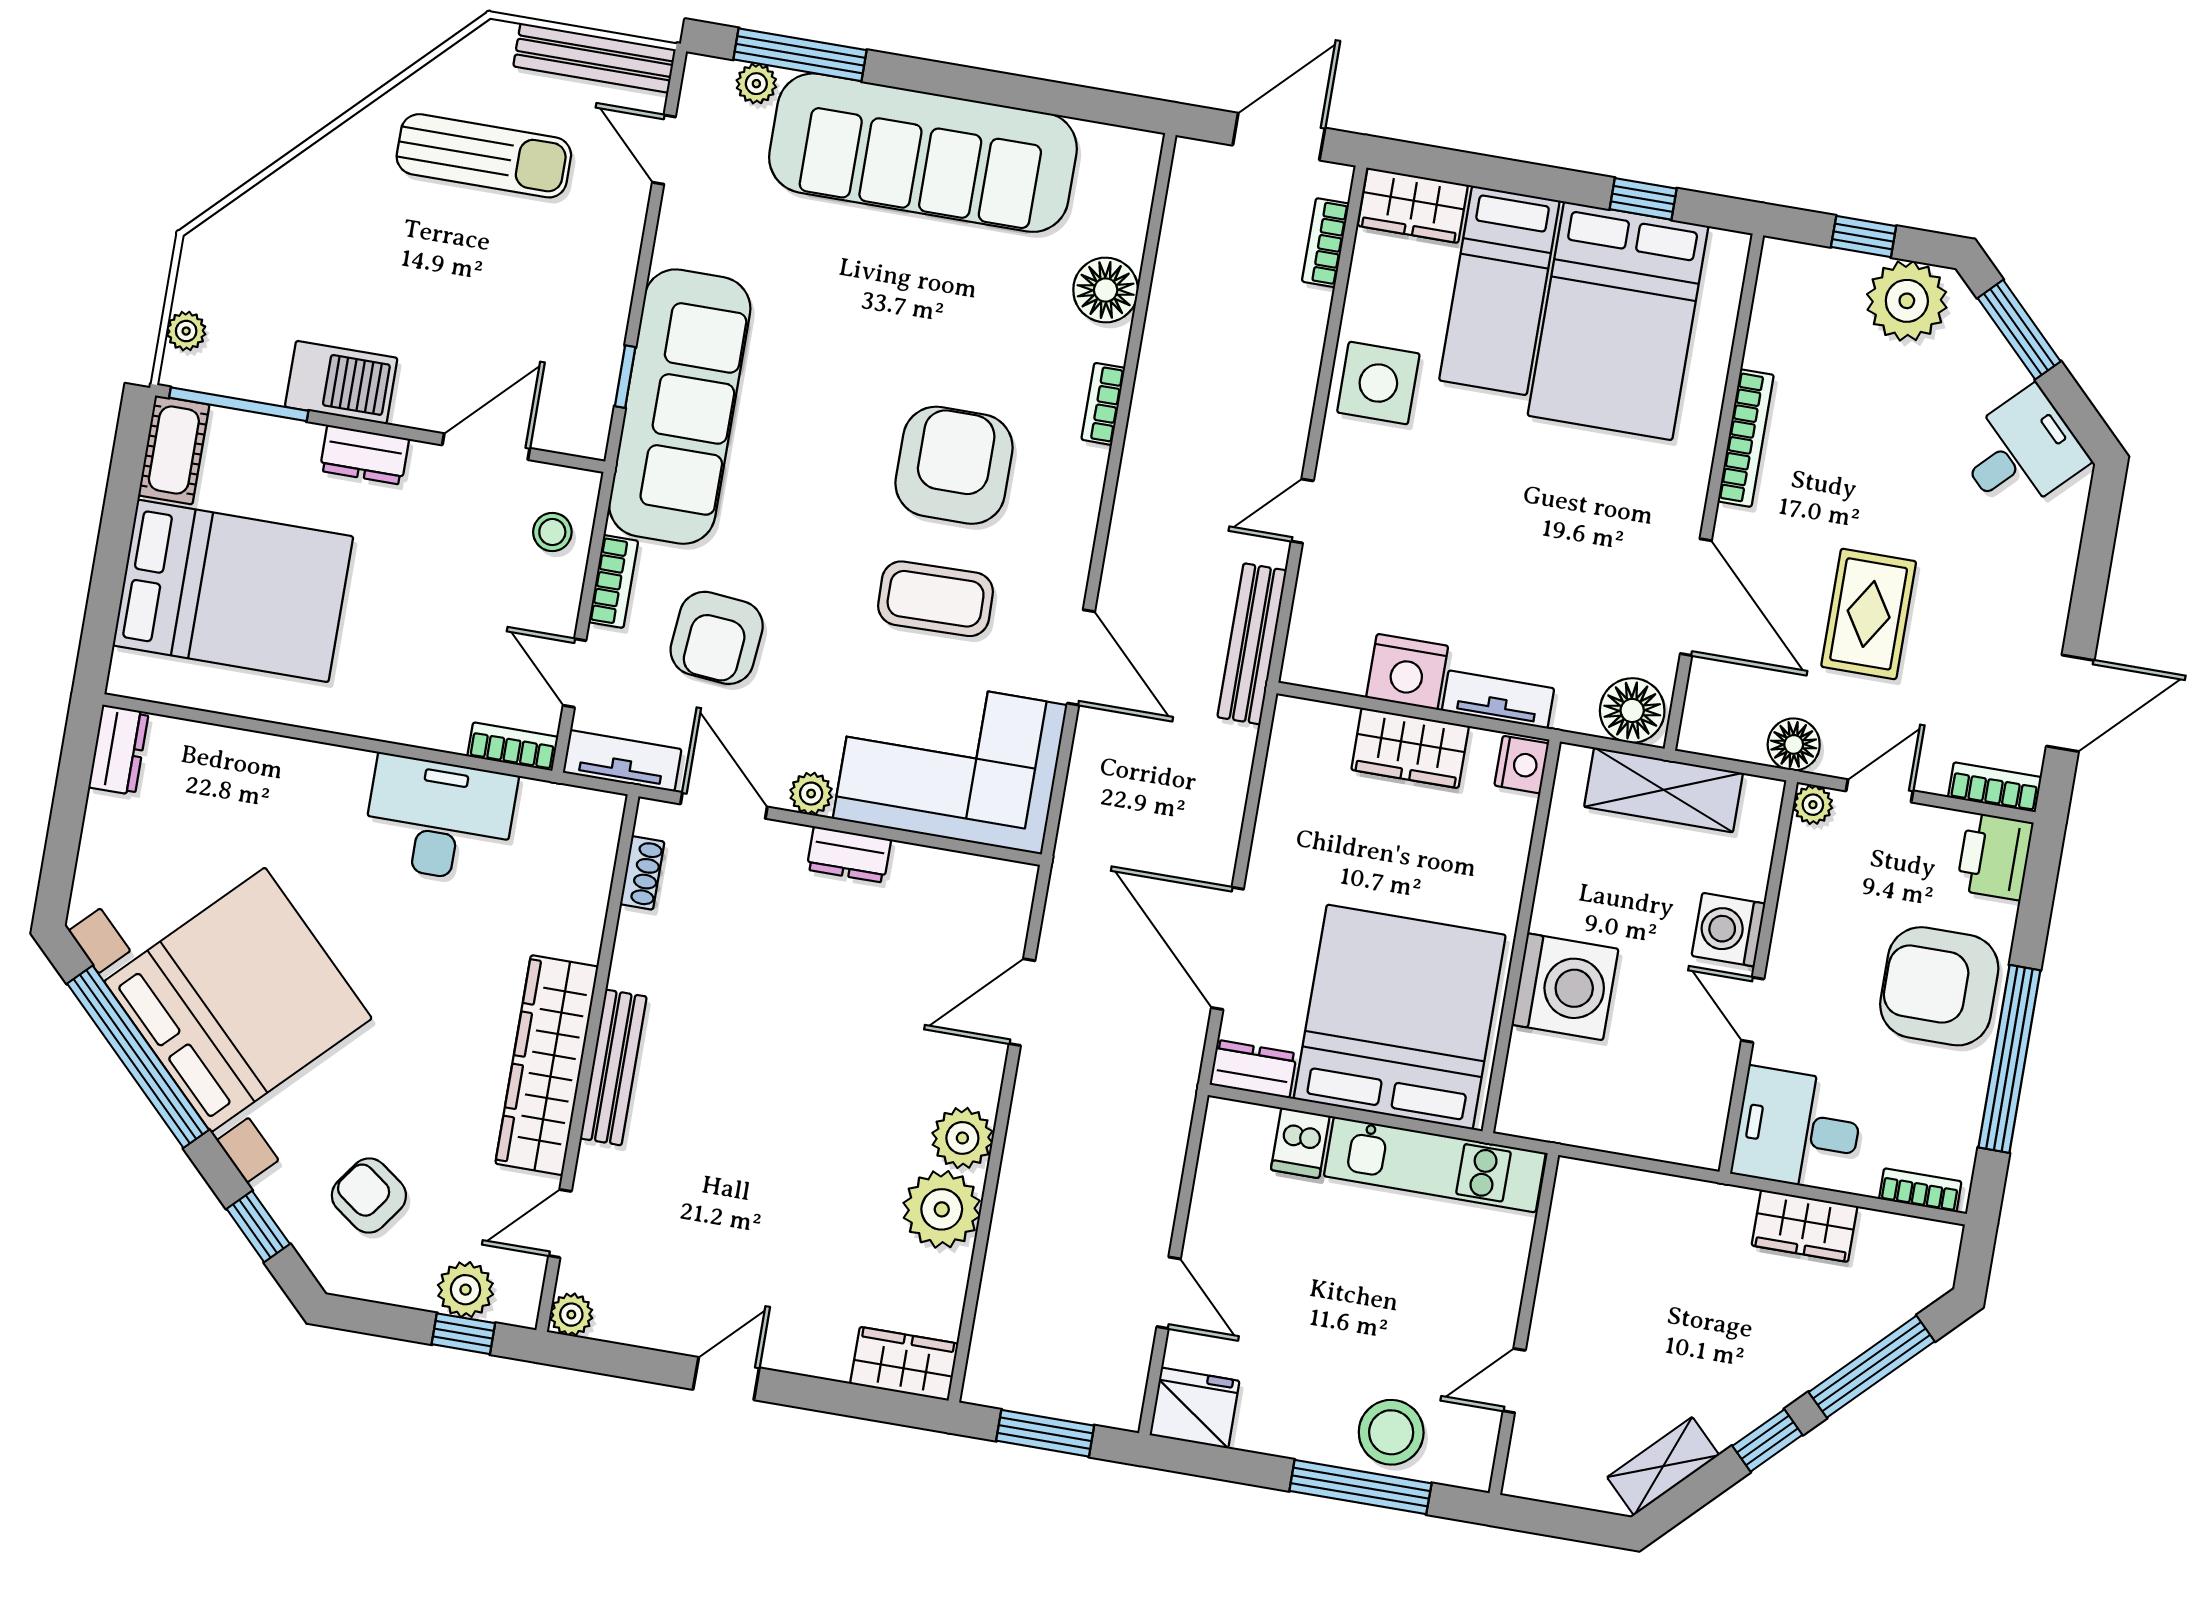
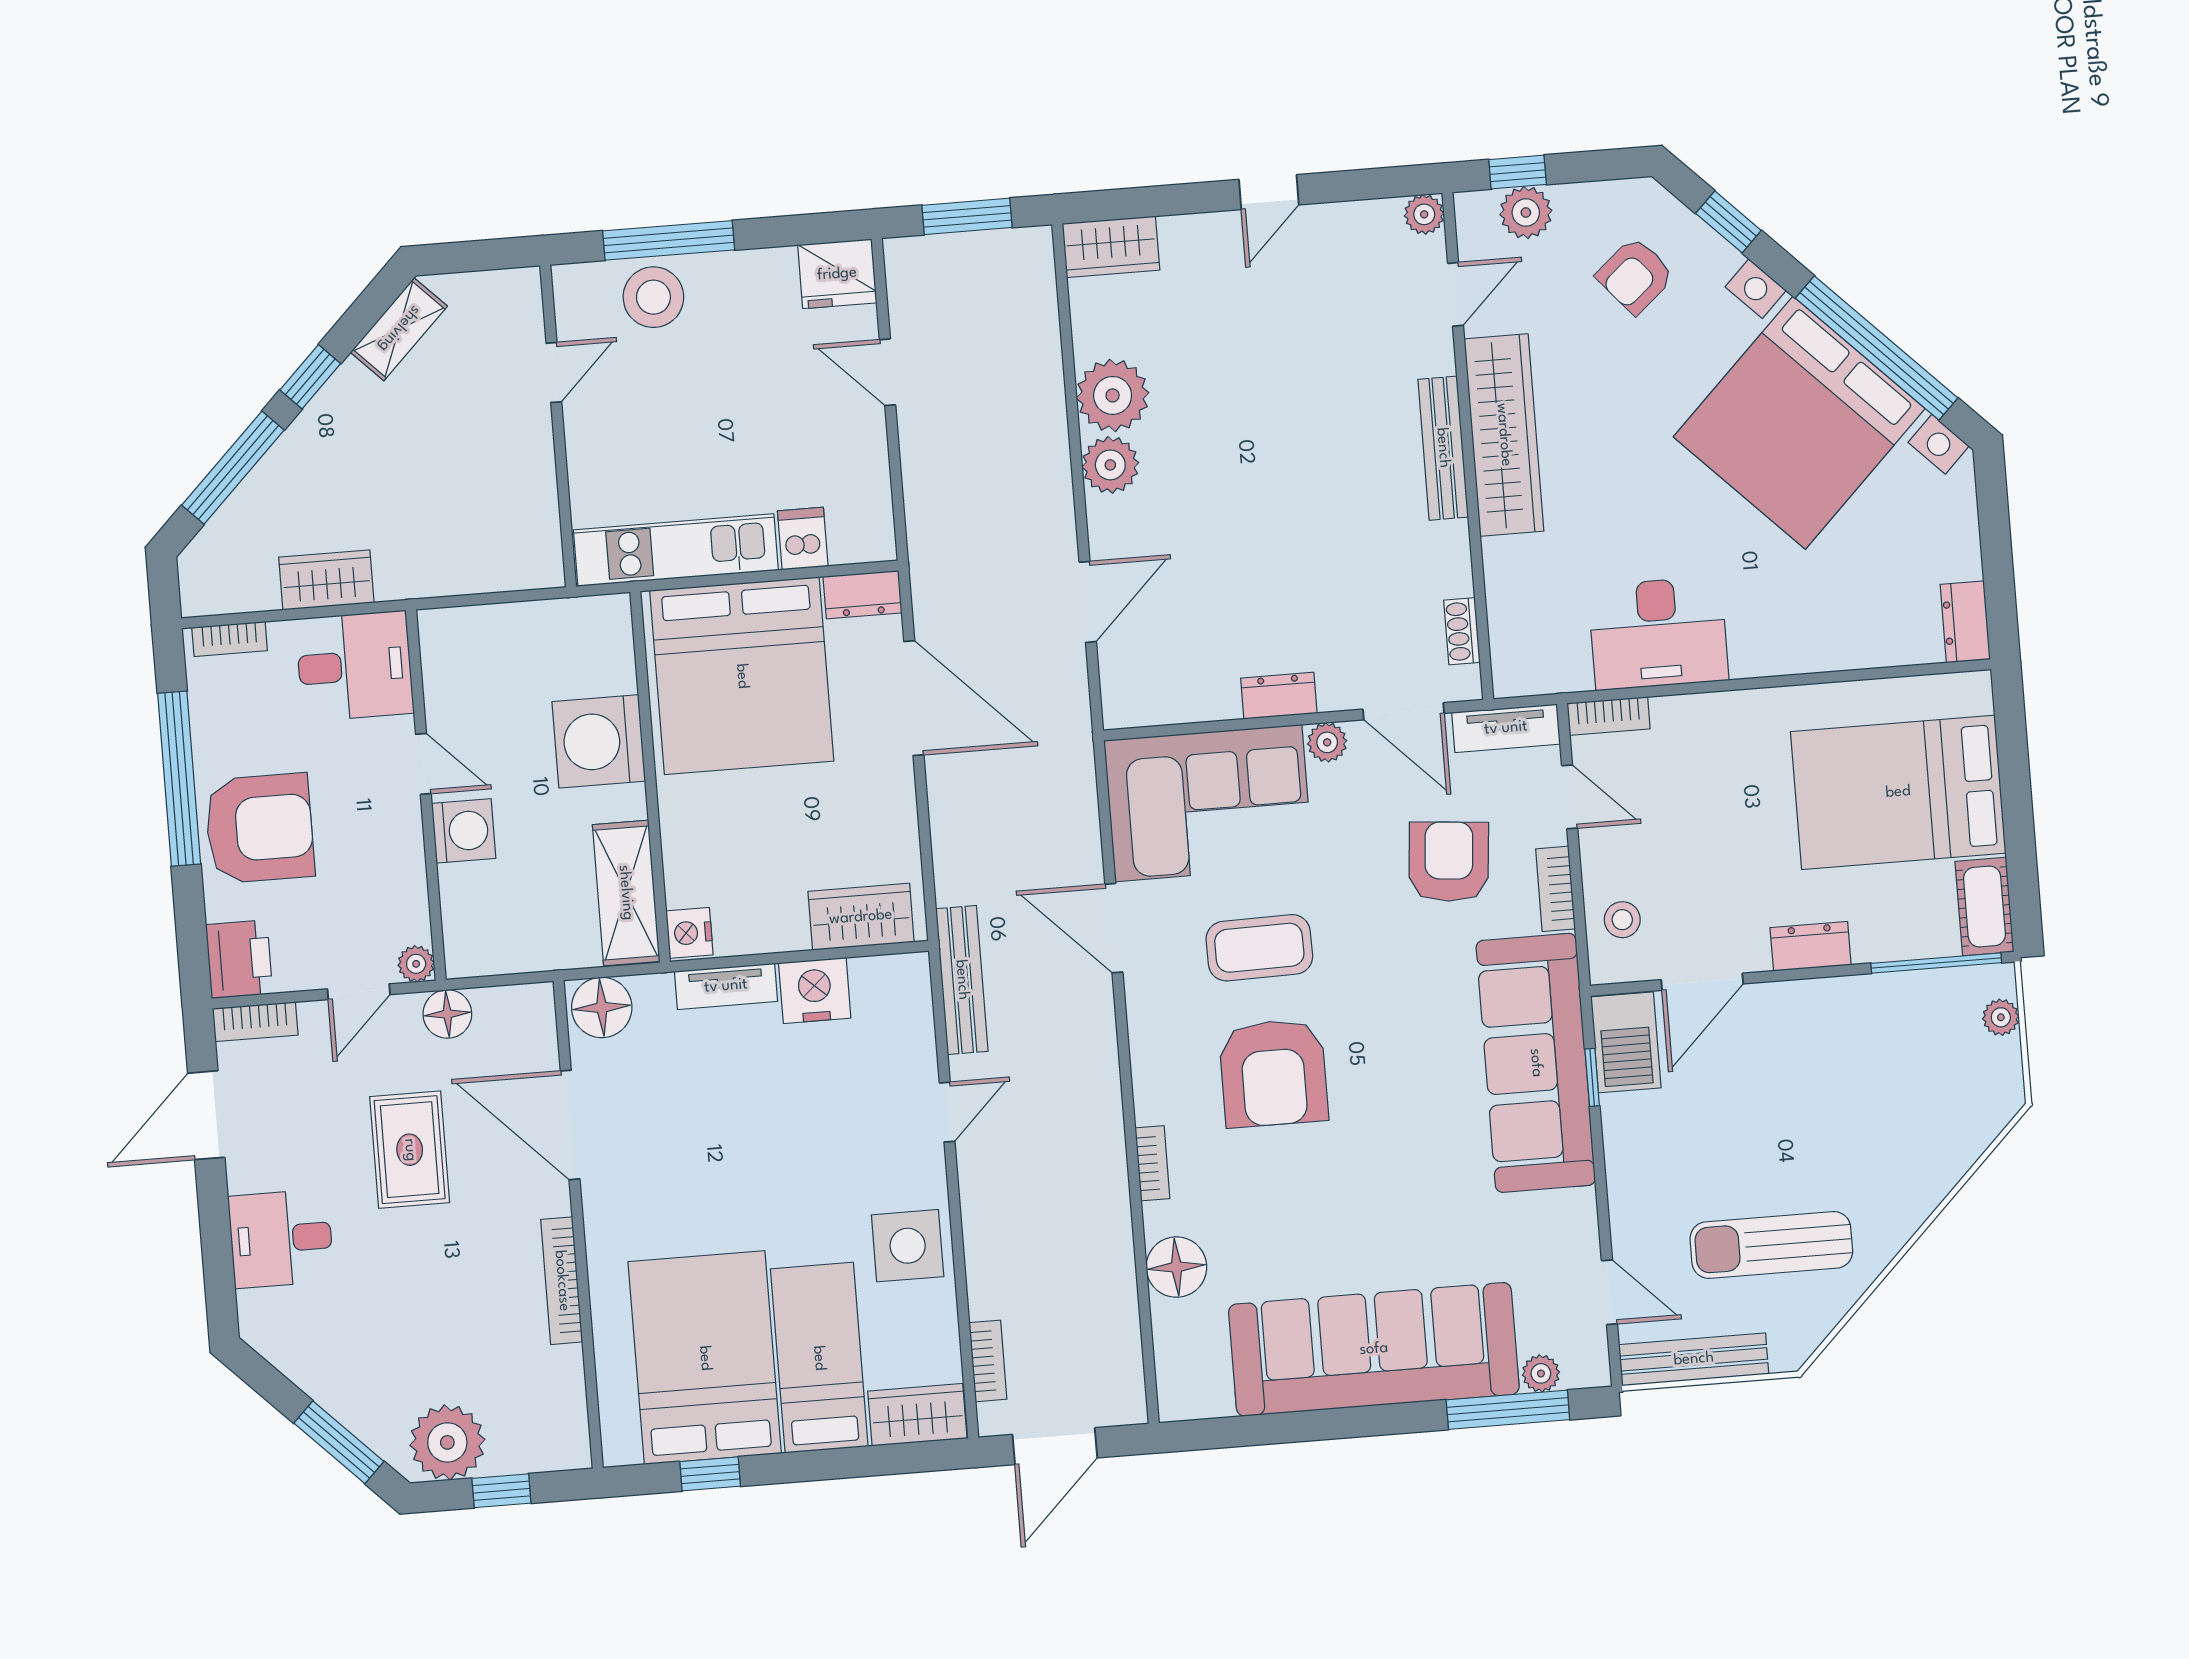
barbecue: (341, 382) -> (1626, 1042), moved, turned -90
desk: (2021, 452) -> (281, 1239), moved, turned 45
wardrobe: (1410, 748) -> (861, 917), moved
shelving: (1664, 790) -> (626, 893), moved, turned 90
armchair: (369, 1196) -> (1635, 276), turned 103

